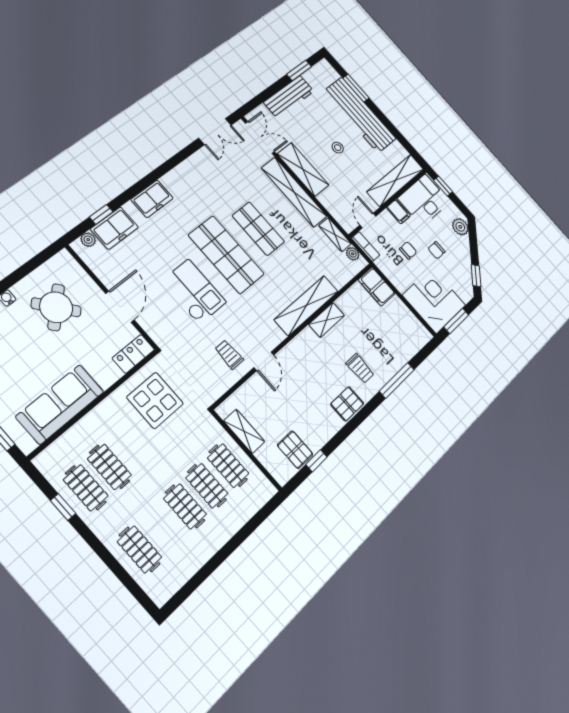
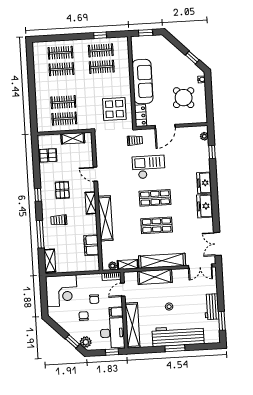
window: (356, 88) -> (175, 348), moved
workbench: (289, 97) -> (212, 307), width x0.73
shelving: (303, 169) -> (155, 277), moved
door: (368, 221) -> (123, 290), swing flipped
freezer: (114, 228) -> (205, 206), moved
shop shelf: (226, 255) -> (155, 198), width x0.70, depth x0.74
window: (476, 276) -> (72, 342), moved
filing cabinet: (377, 287) -> (91, 245), moved, turned -90
checkout: (194, 292) -> (149, 167), turned 180
door: (120, 307) -> (165, 126), hinge flipped
shelving: (327, 320) -> (91, 203), moved
window: (456, 321) -> (44, 294), removed
shelving: (415, 343) -> (50, 261), added
trolley: (229, 354) -> (135, 140), moved
sofa: (60, 404) -> (143, 82), moved
pallet: (347, 404) -> (62, 190), moved
window: (316, 461) -> (38, 195), moved
clothes rail: (185, 506) -> (61, 69), moved

